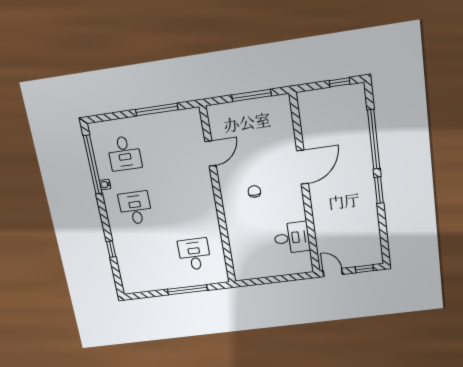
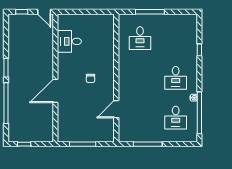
desk: (124, 153) -> (176, 118), turned 180

